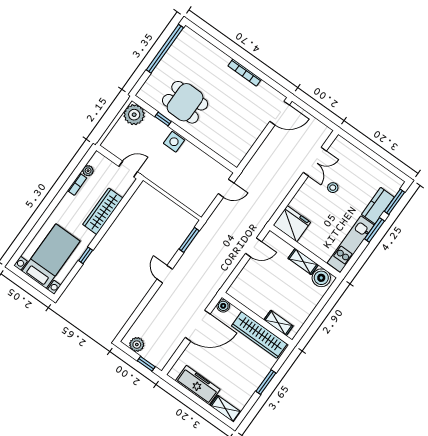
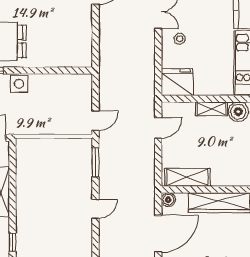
door: (226, 188) -> (95, 121), moved
stool: (333, 188) -> (180, 39), moved
door: (165, 274) -> (95, 209), swing flipped
shelving: (278, 323) -> (187, 177), moved, width x1.50, depth x1.33

